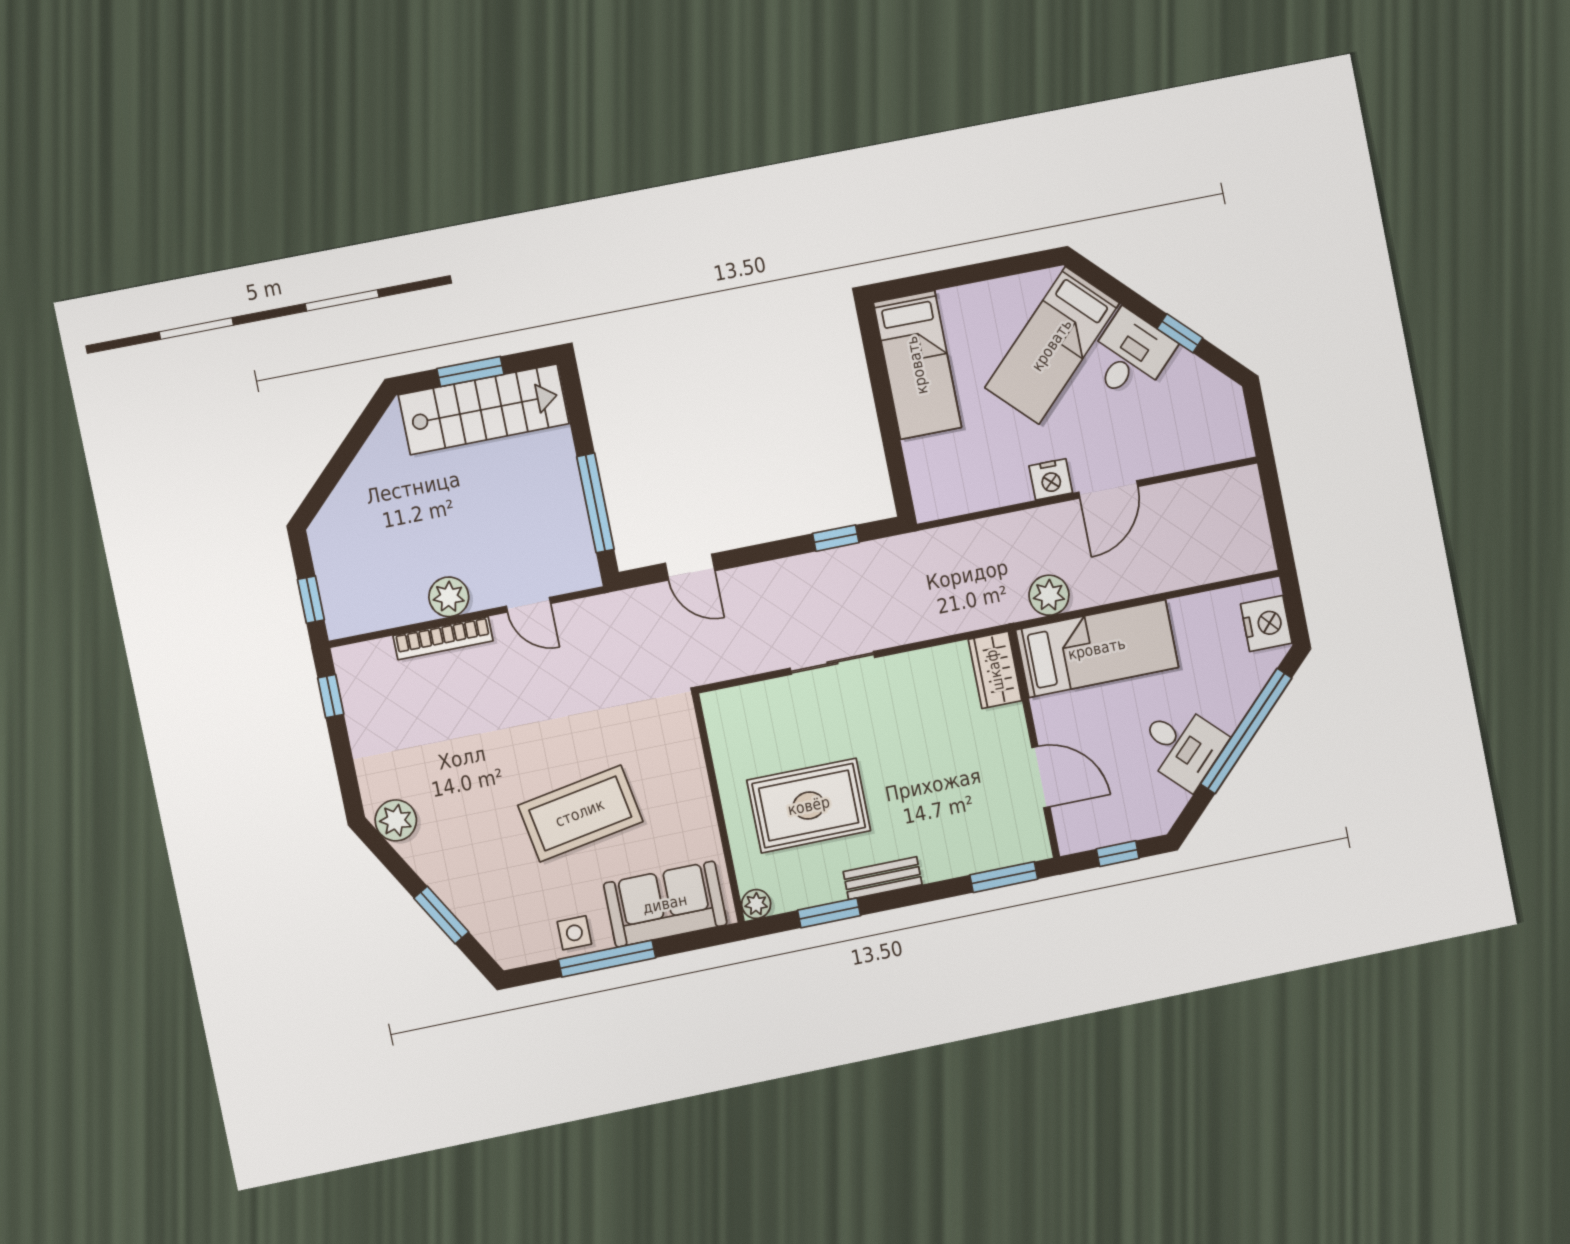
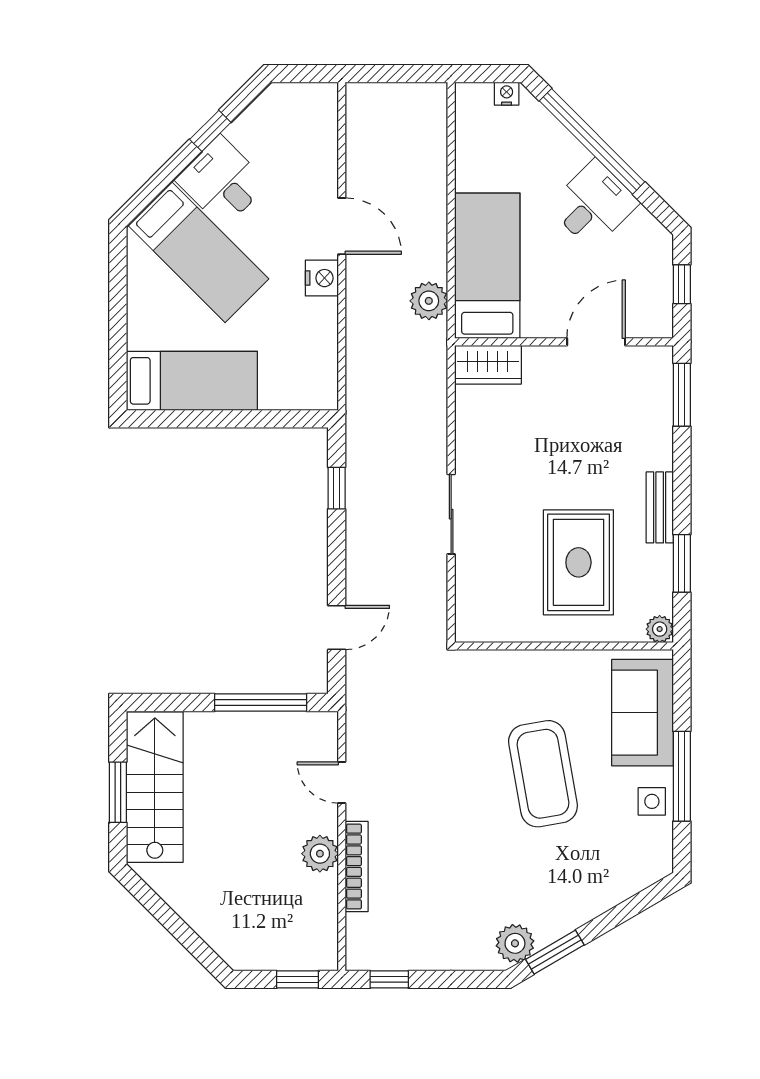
door: (529, 605) -> (342, 782), swing flipped
nightstand: (1266, 624) -> (507, 94), width x0.53, depth x0.56
window: (441, 915) -> (555, 952), moved

